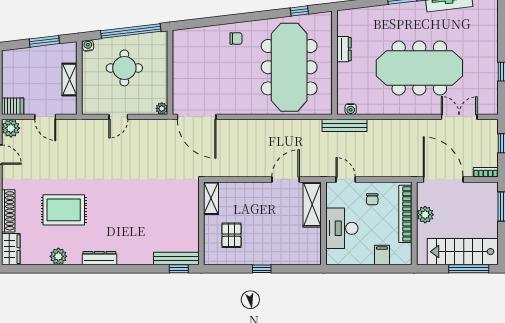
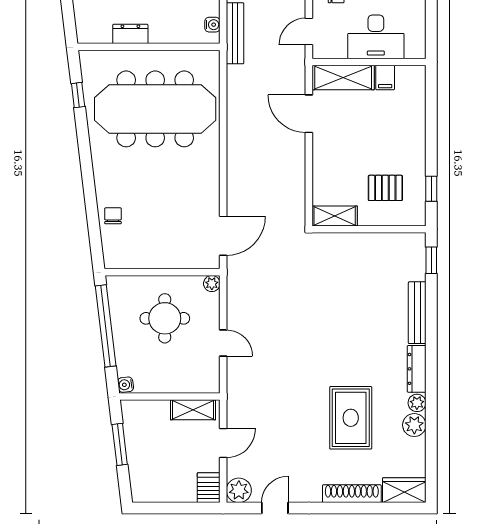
chair: (236, 39) -> (113, 216), moved
round table: (124, 68) -> (165, 318), moved
shelving: (70, 79) -> (193, 410), moved
door: (197, 117) -> (223, 236), width x0.73
filing cabinet: (312, 235) -> (385, 78), added
plant: (75, 258) -> (417, 403), added
bench: (176, 258) -> (417, 313), moved
window: (262, 269) -> (431, 189), moved

